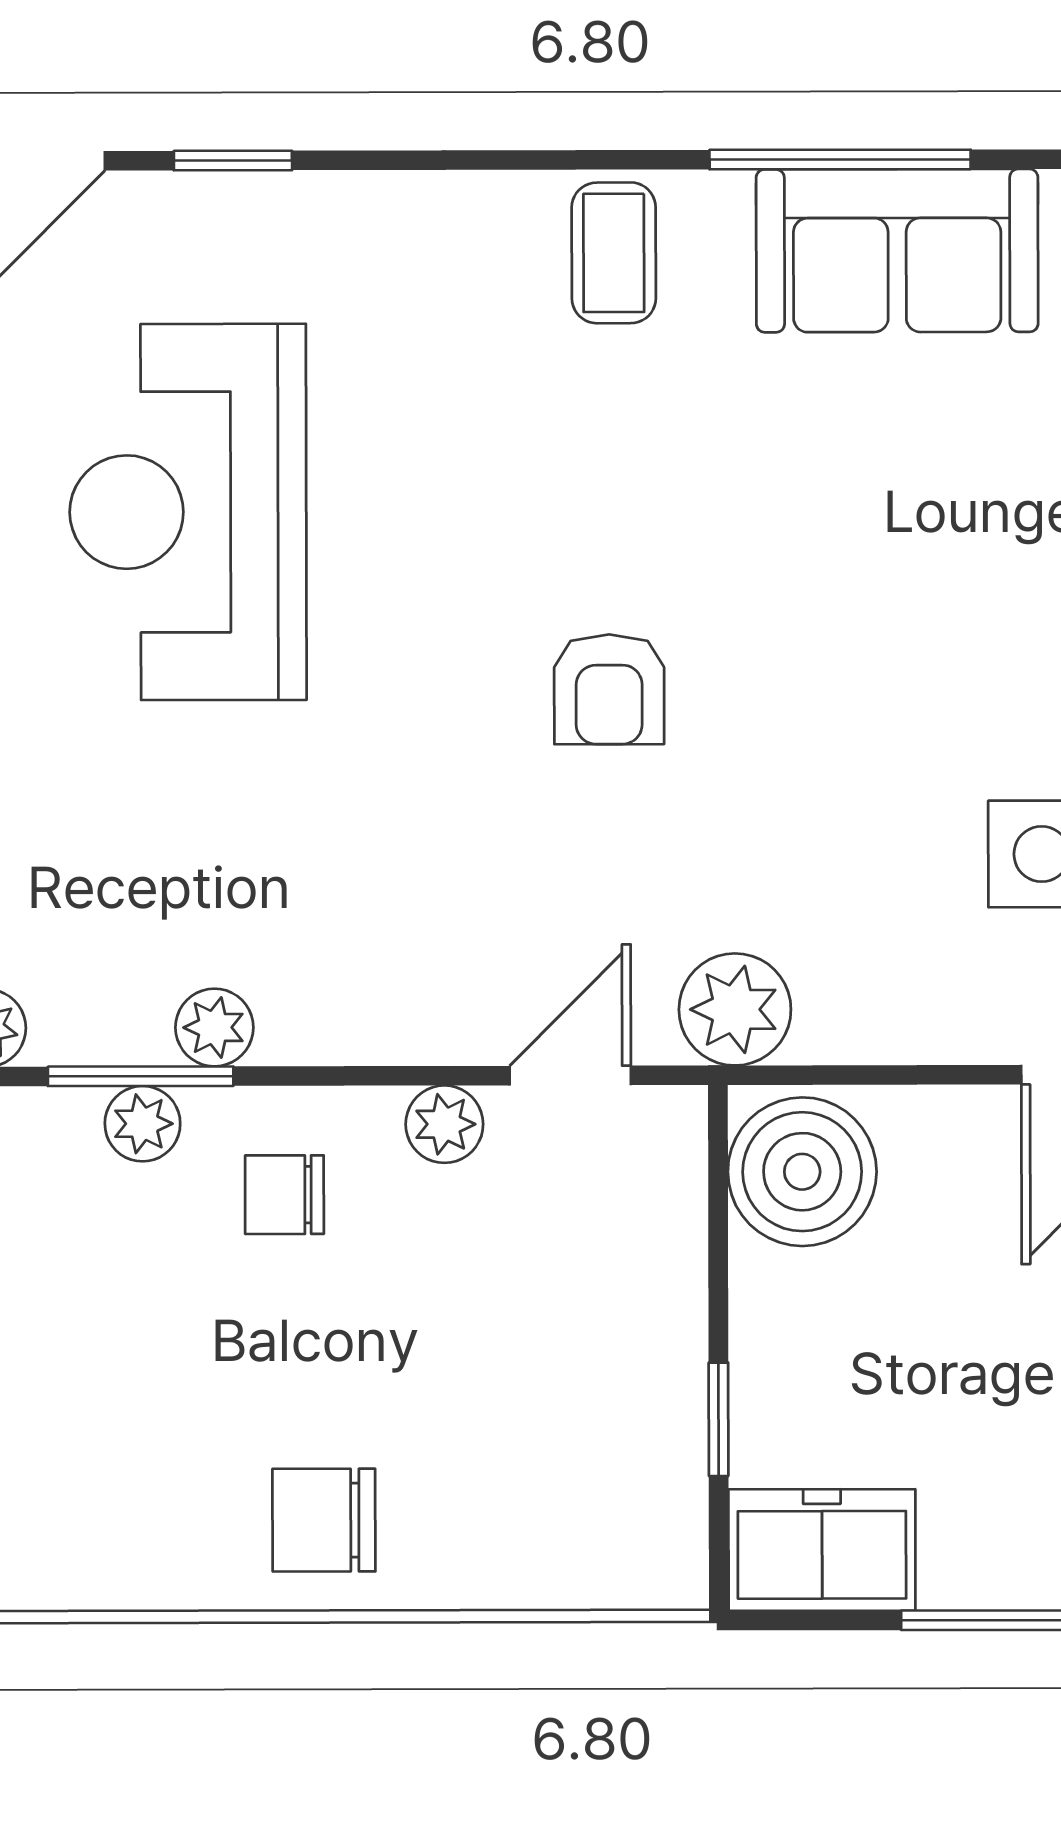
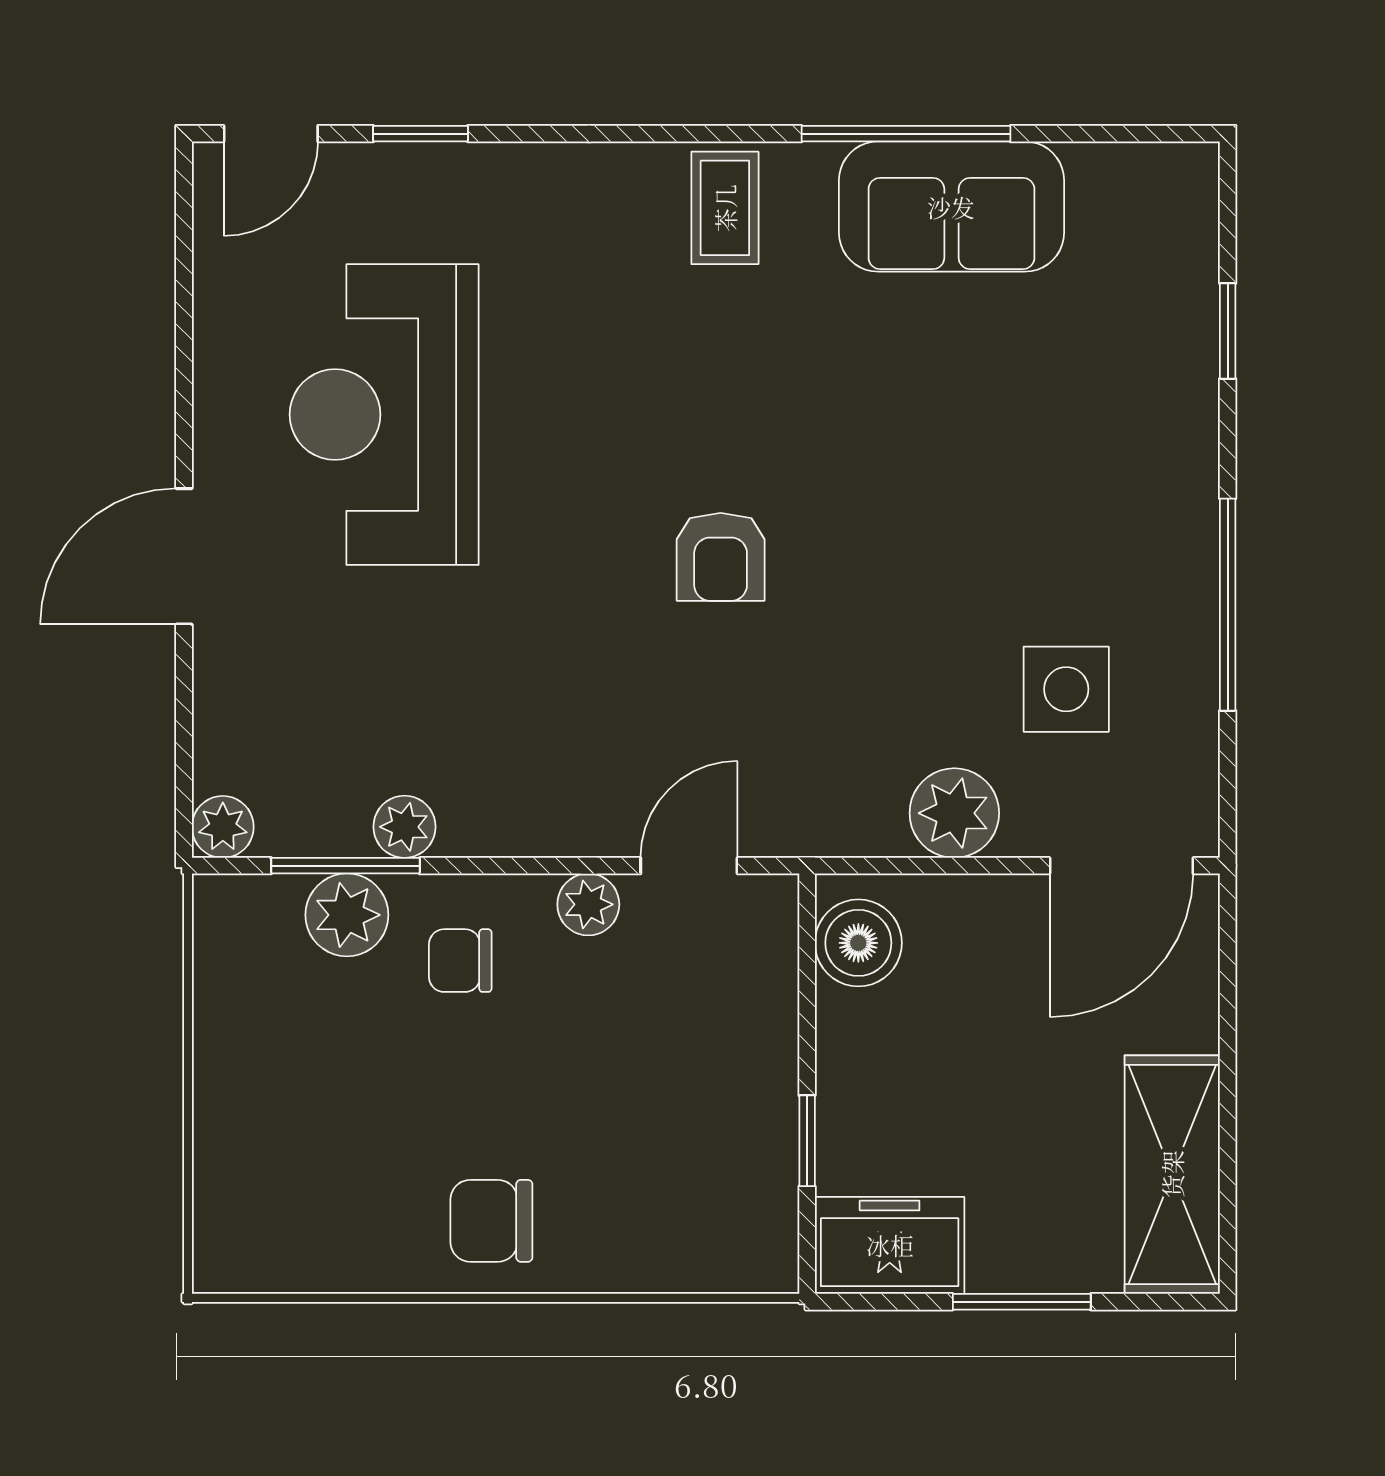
plant: (735, 1009) -> (954, 813), moved
plant: (143, 1124) -> (347, 915), width x1.38, depth x1.38
boiler: (802, 1172) -> (858, 943), width x0.73, depth x0.73

